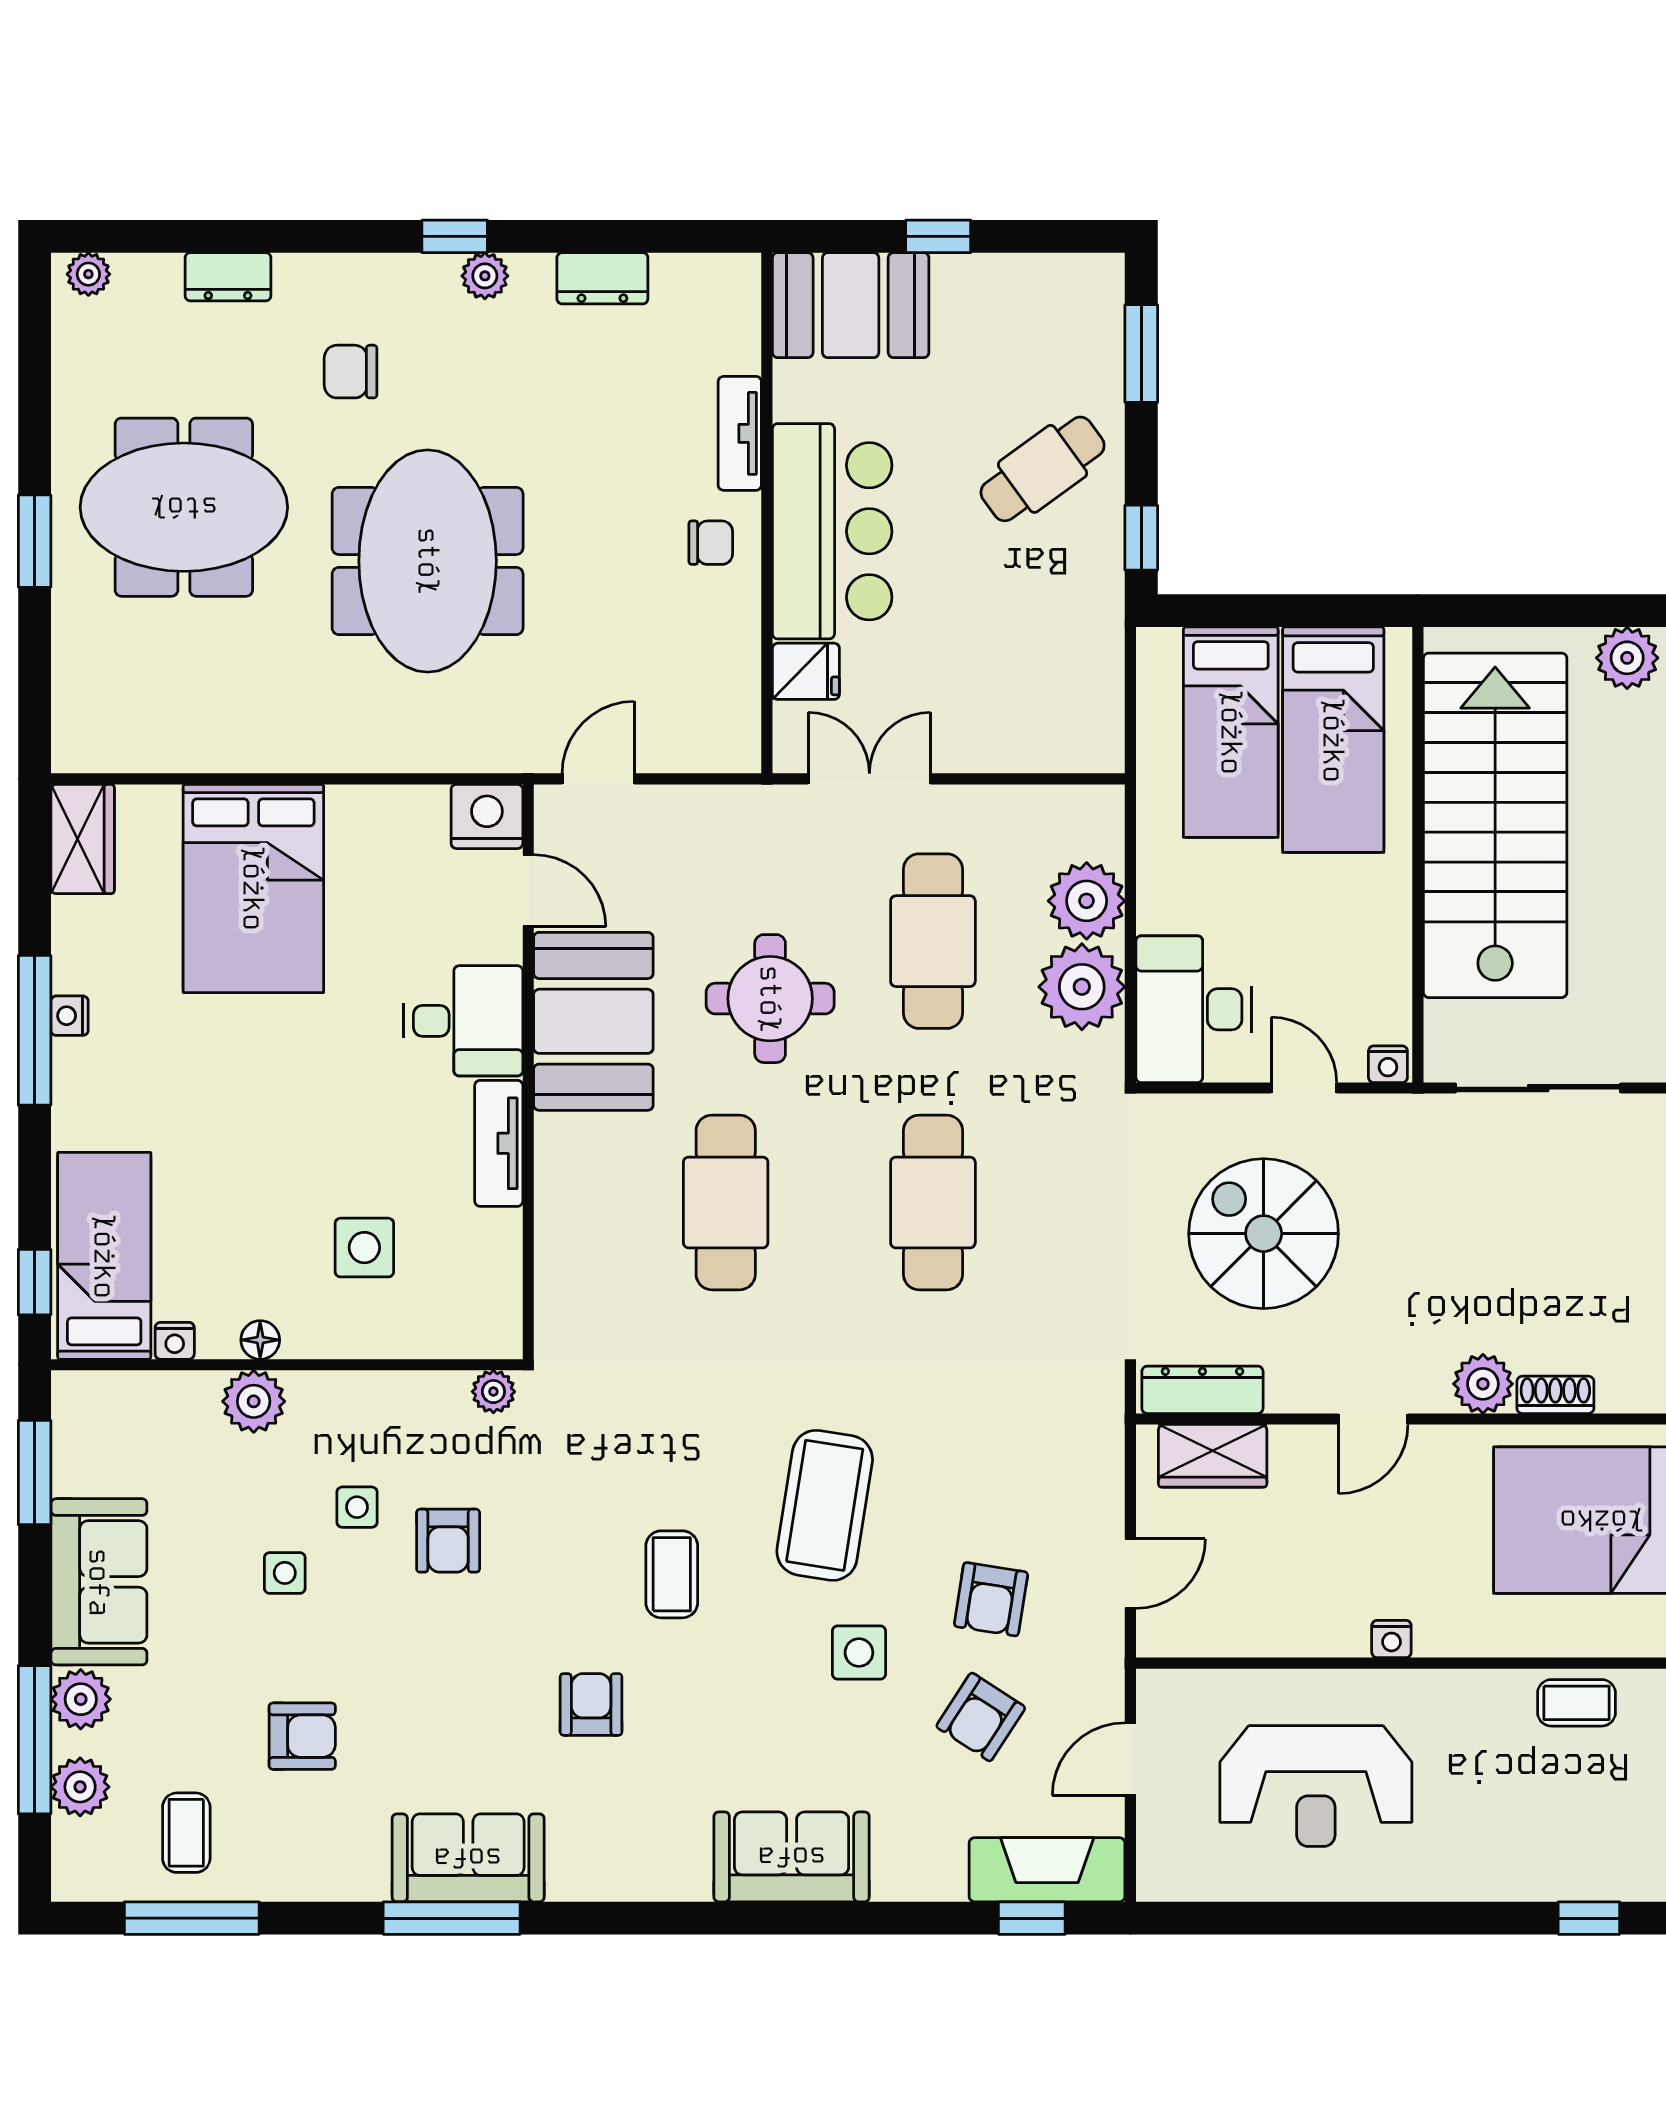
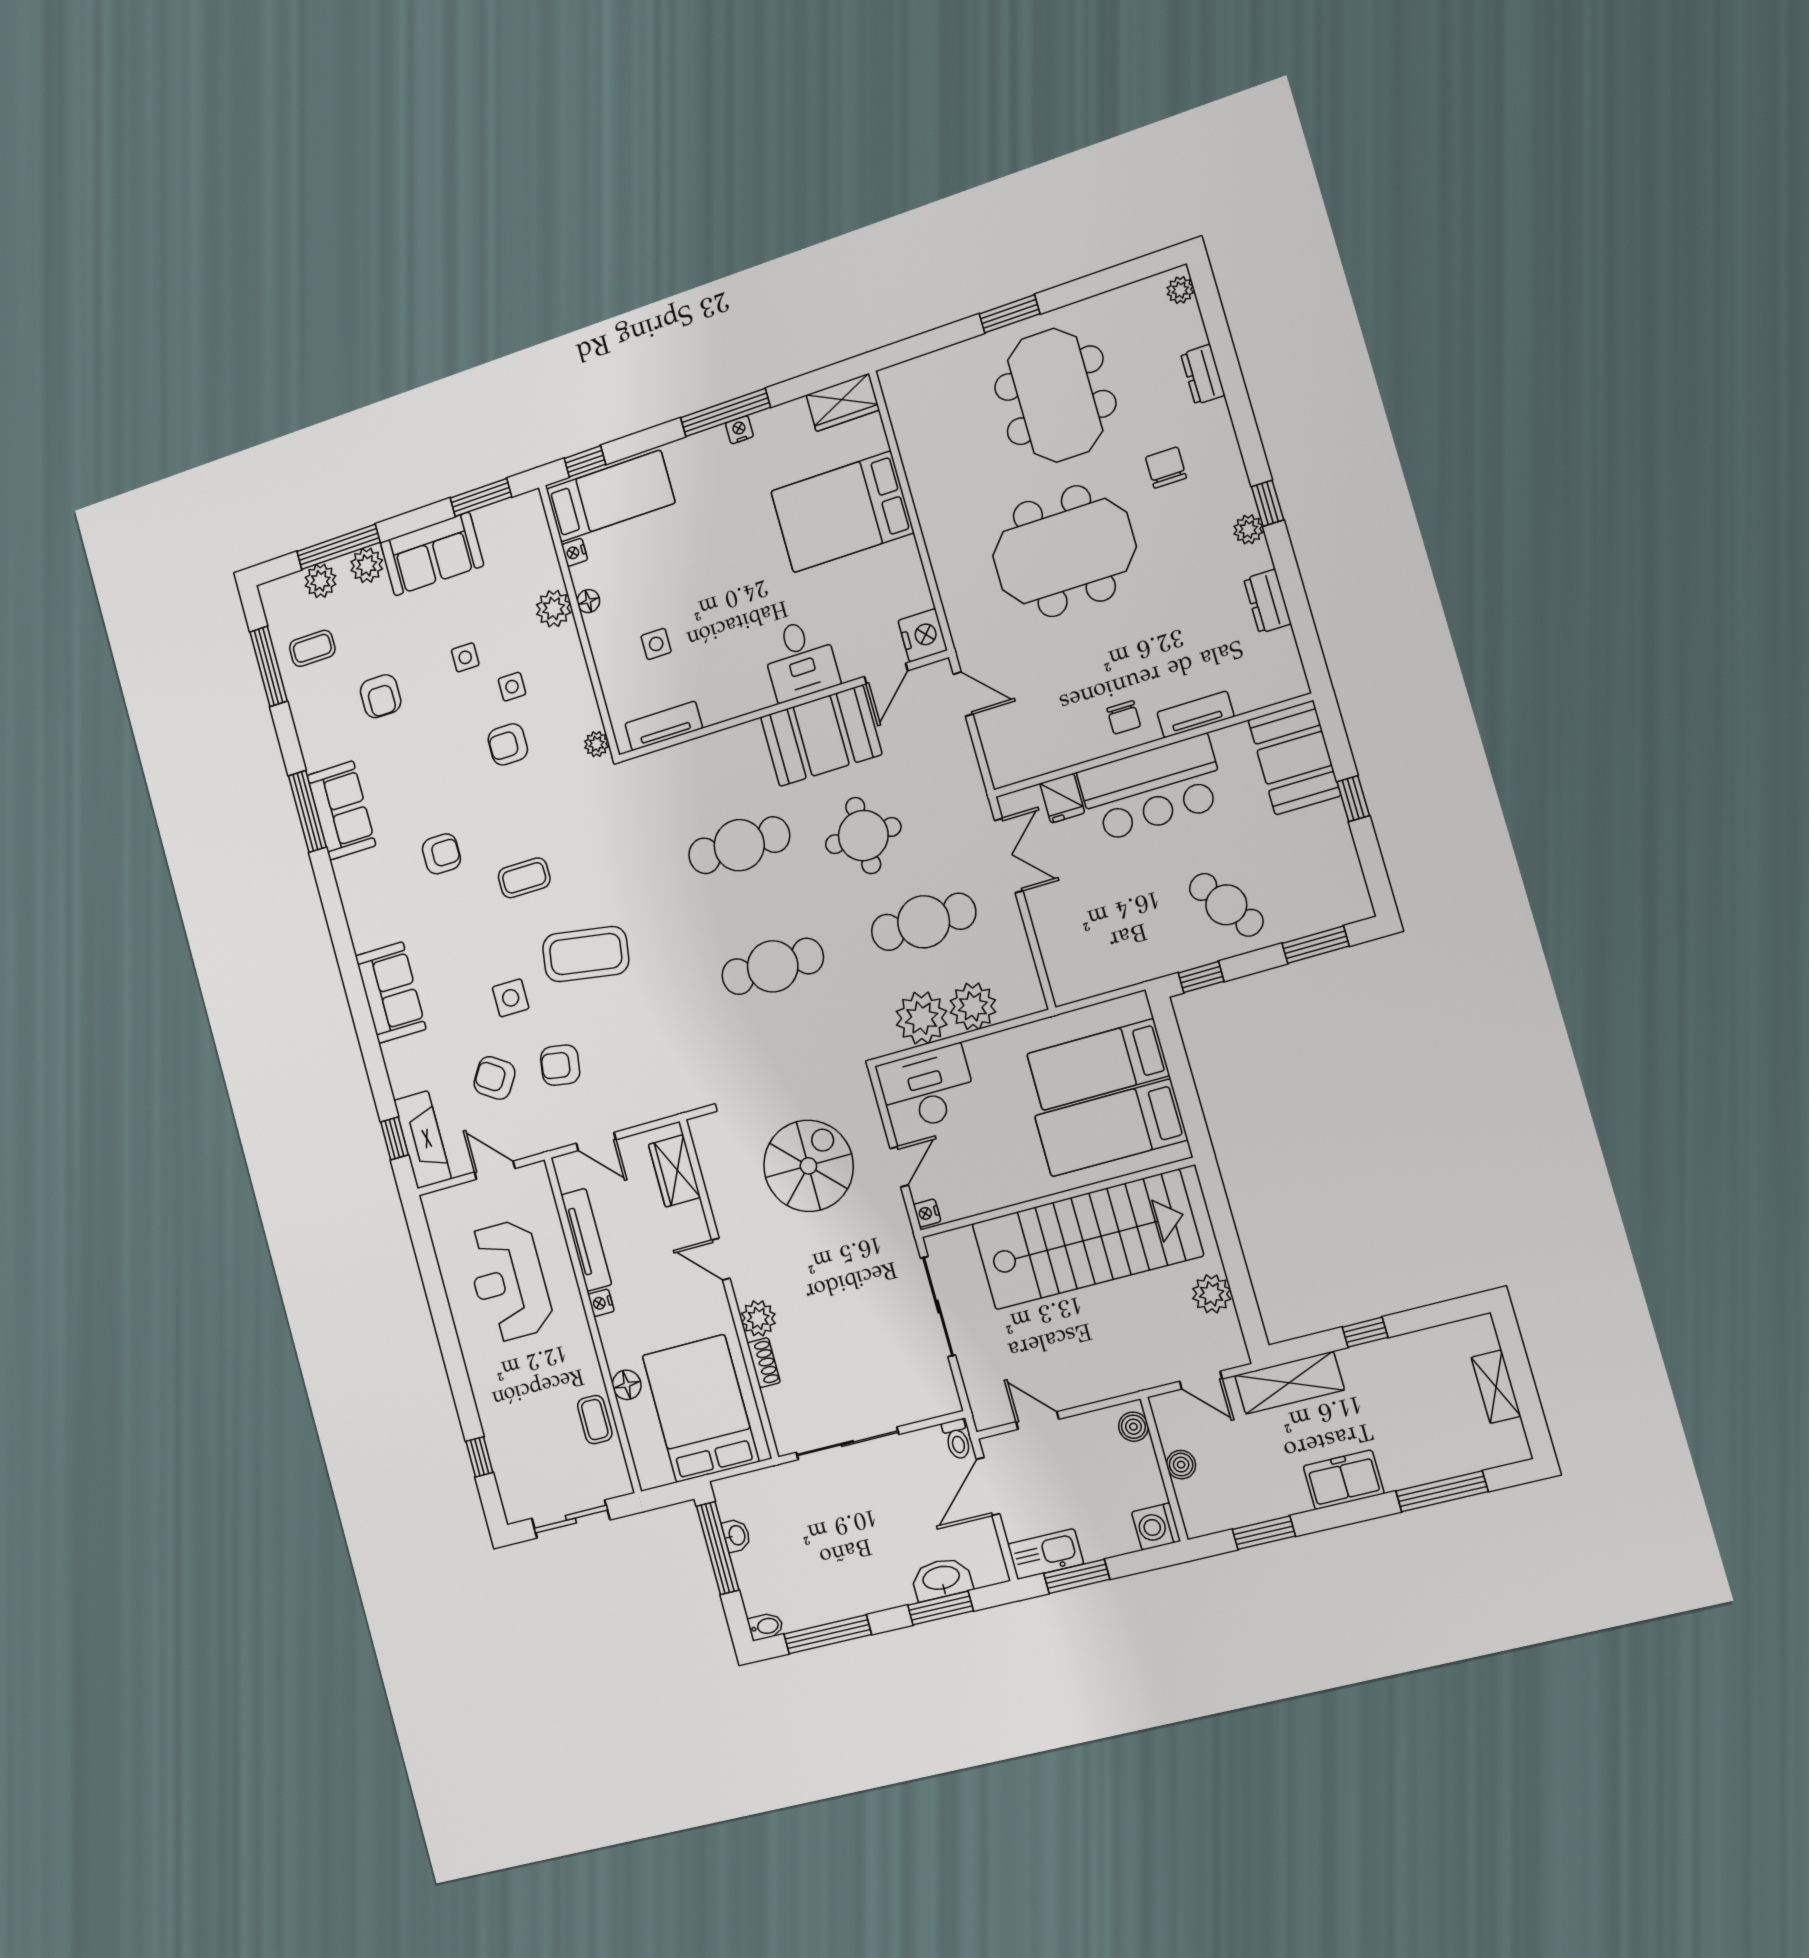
tv unit: (499, 1143) -> (664, 726), moved
side table: (364, 1248) -> (656, 644), width x0.73, depth x0.73
dresser: (1202, 1390) -> (710, 1155), removed
floor lamp: (1534, 1633) -> (627, 1385), added
tv unit: (1284, 1635) -> (586, 1240), added

